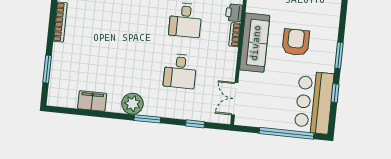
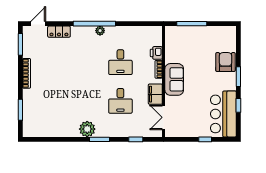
armchair: (296, 42) -> (225, 62), moved
sofa: (255, 43) -> (174, 79), width x0.73
filing cabinet: (92, 101) -> (155, 94), moved, turned -90
window: (287, 133) -> (205, 139), width x0.32

